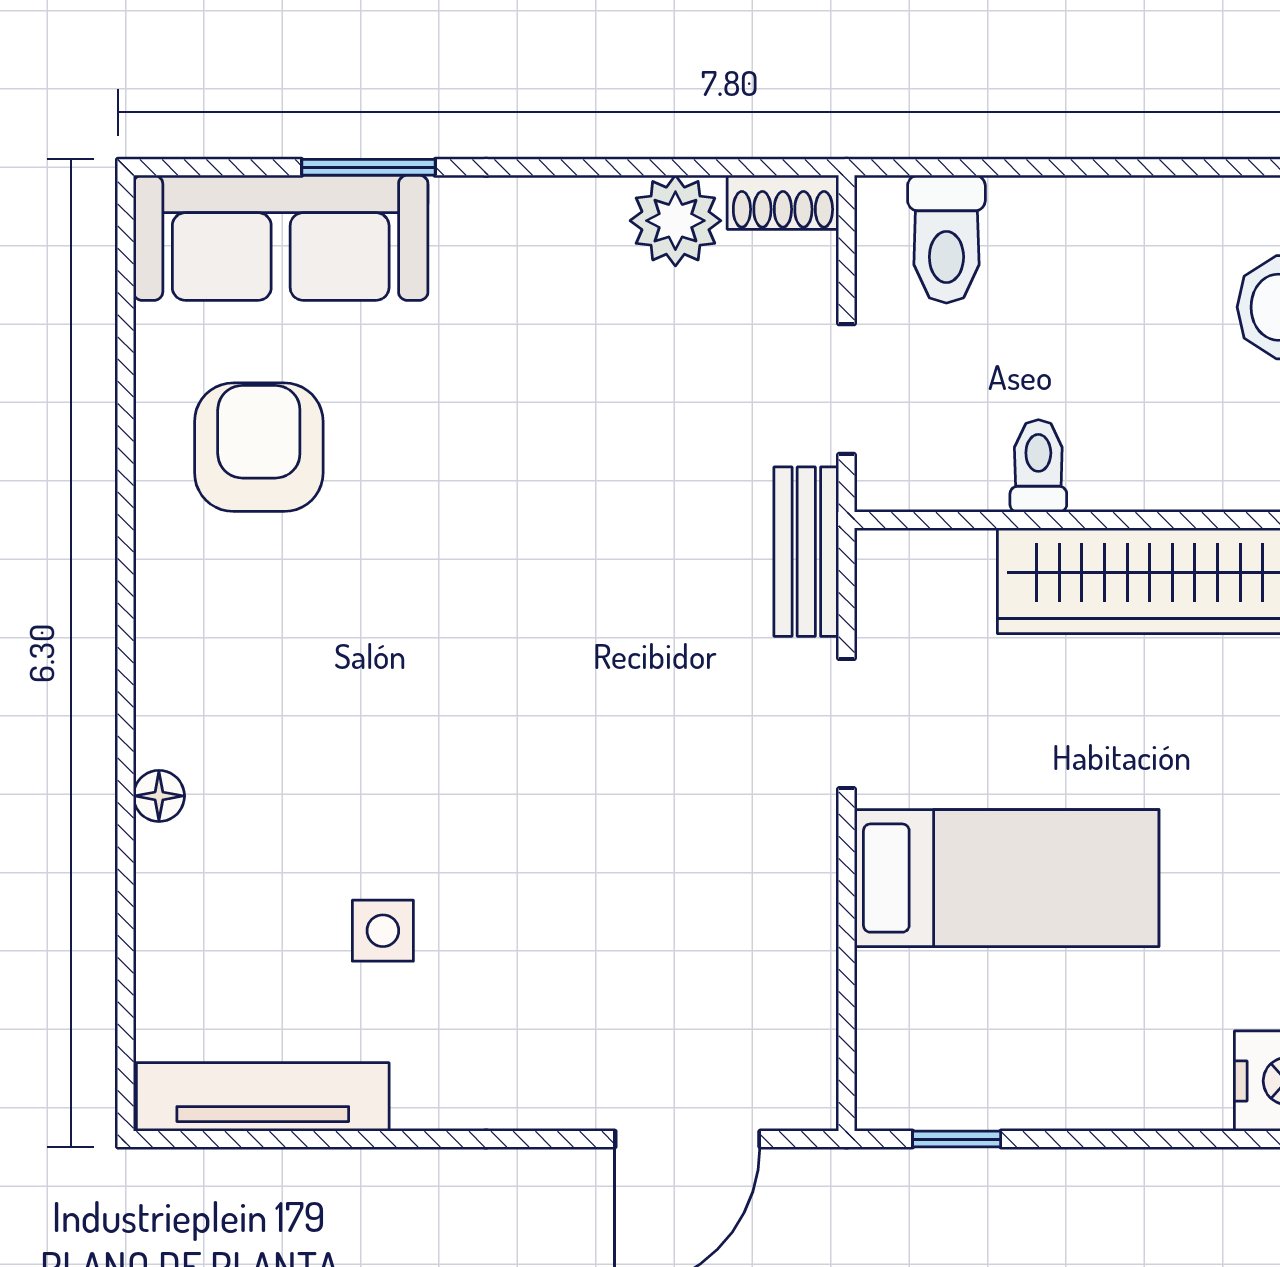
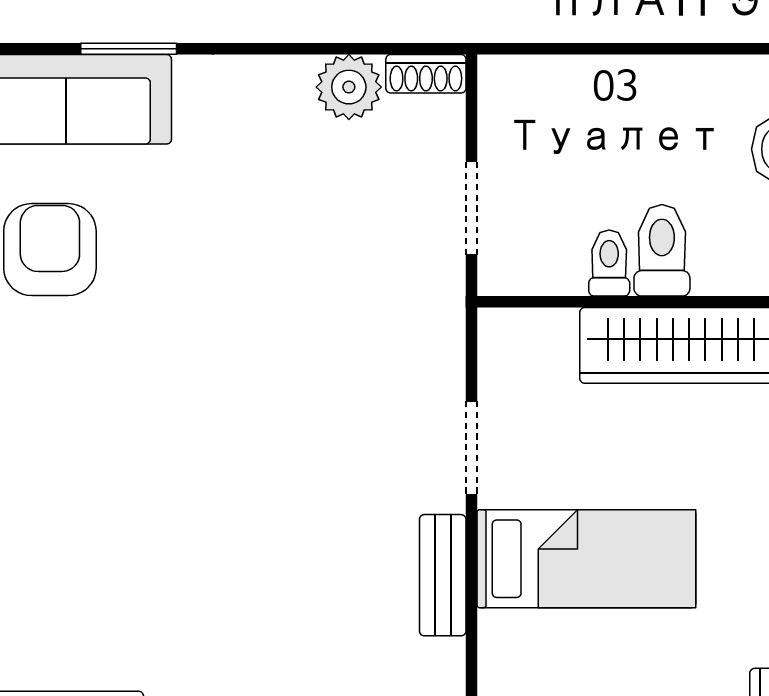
toilet: (946, 239) -> (662, 250), moved, turned 180
bench: (806, 552) -> (443, 575), moved
side table: (383, 931) -> (139, 596), removed

